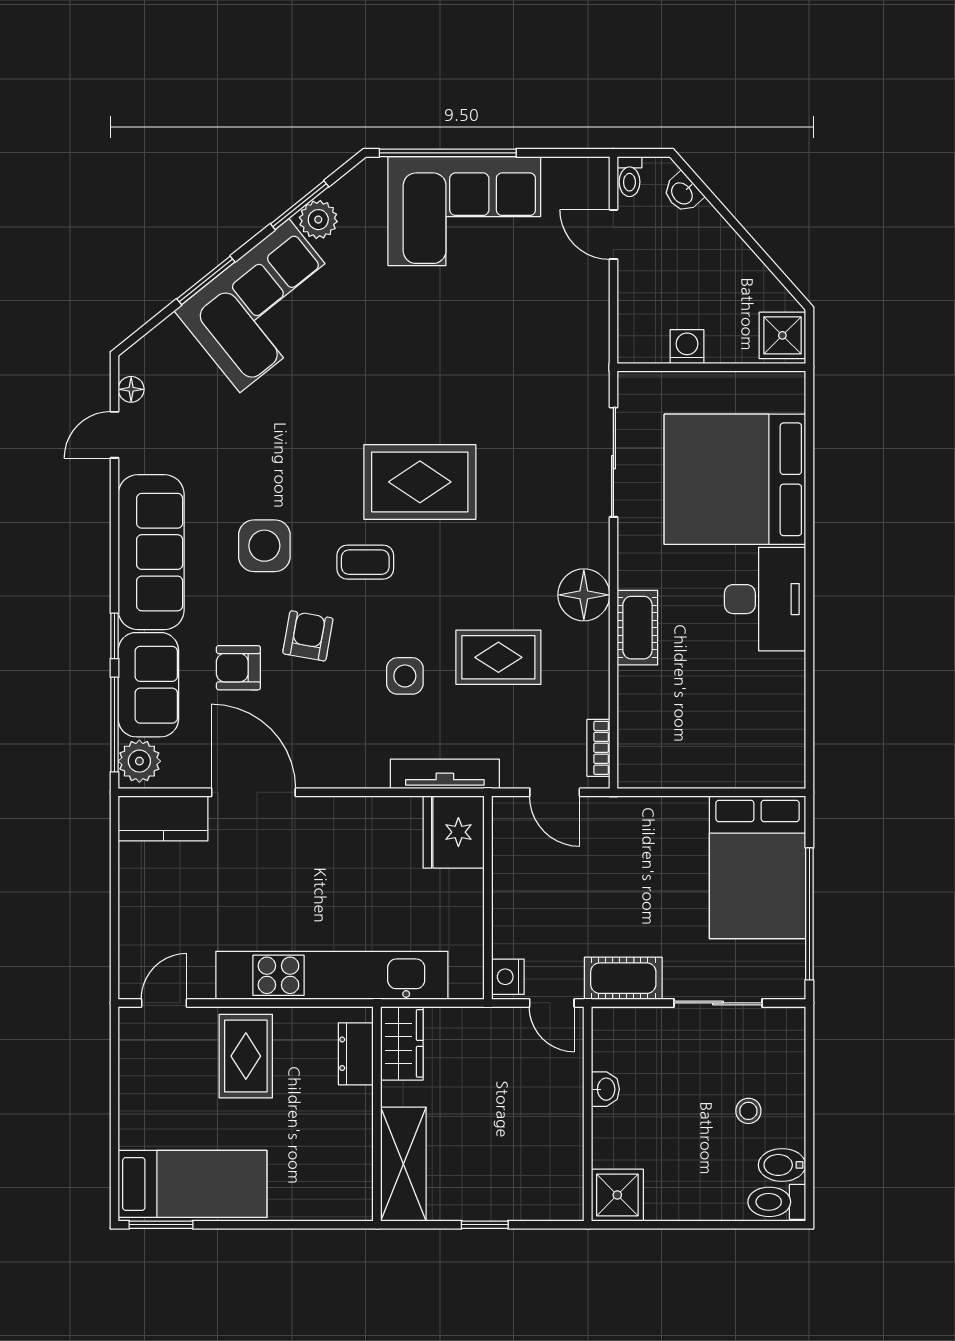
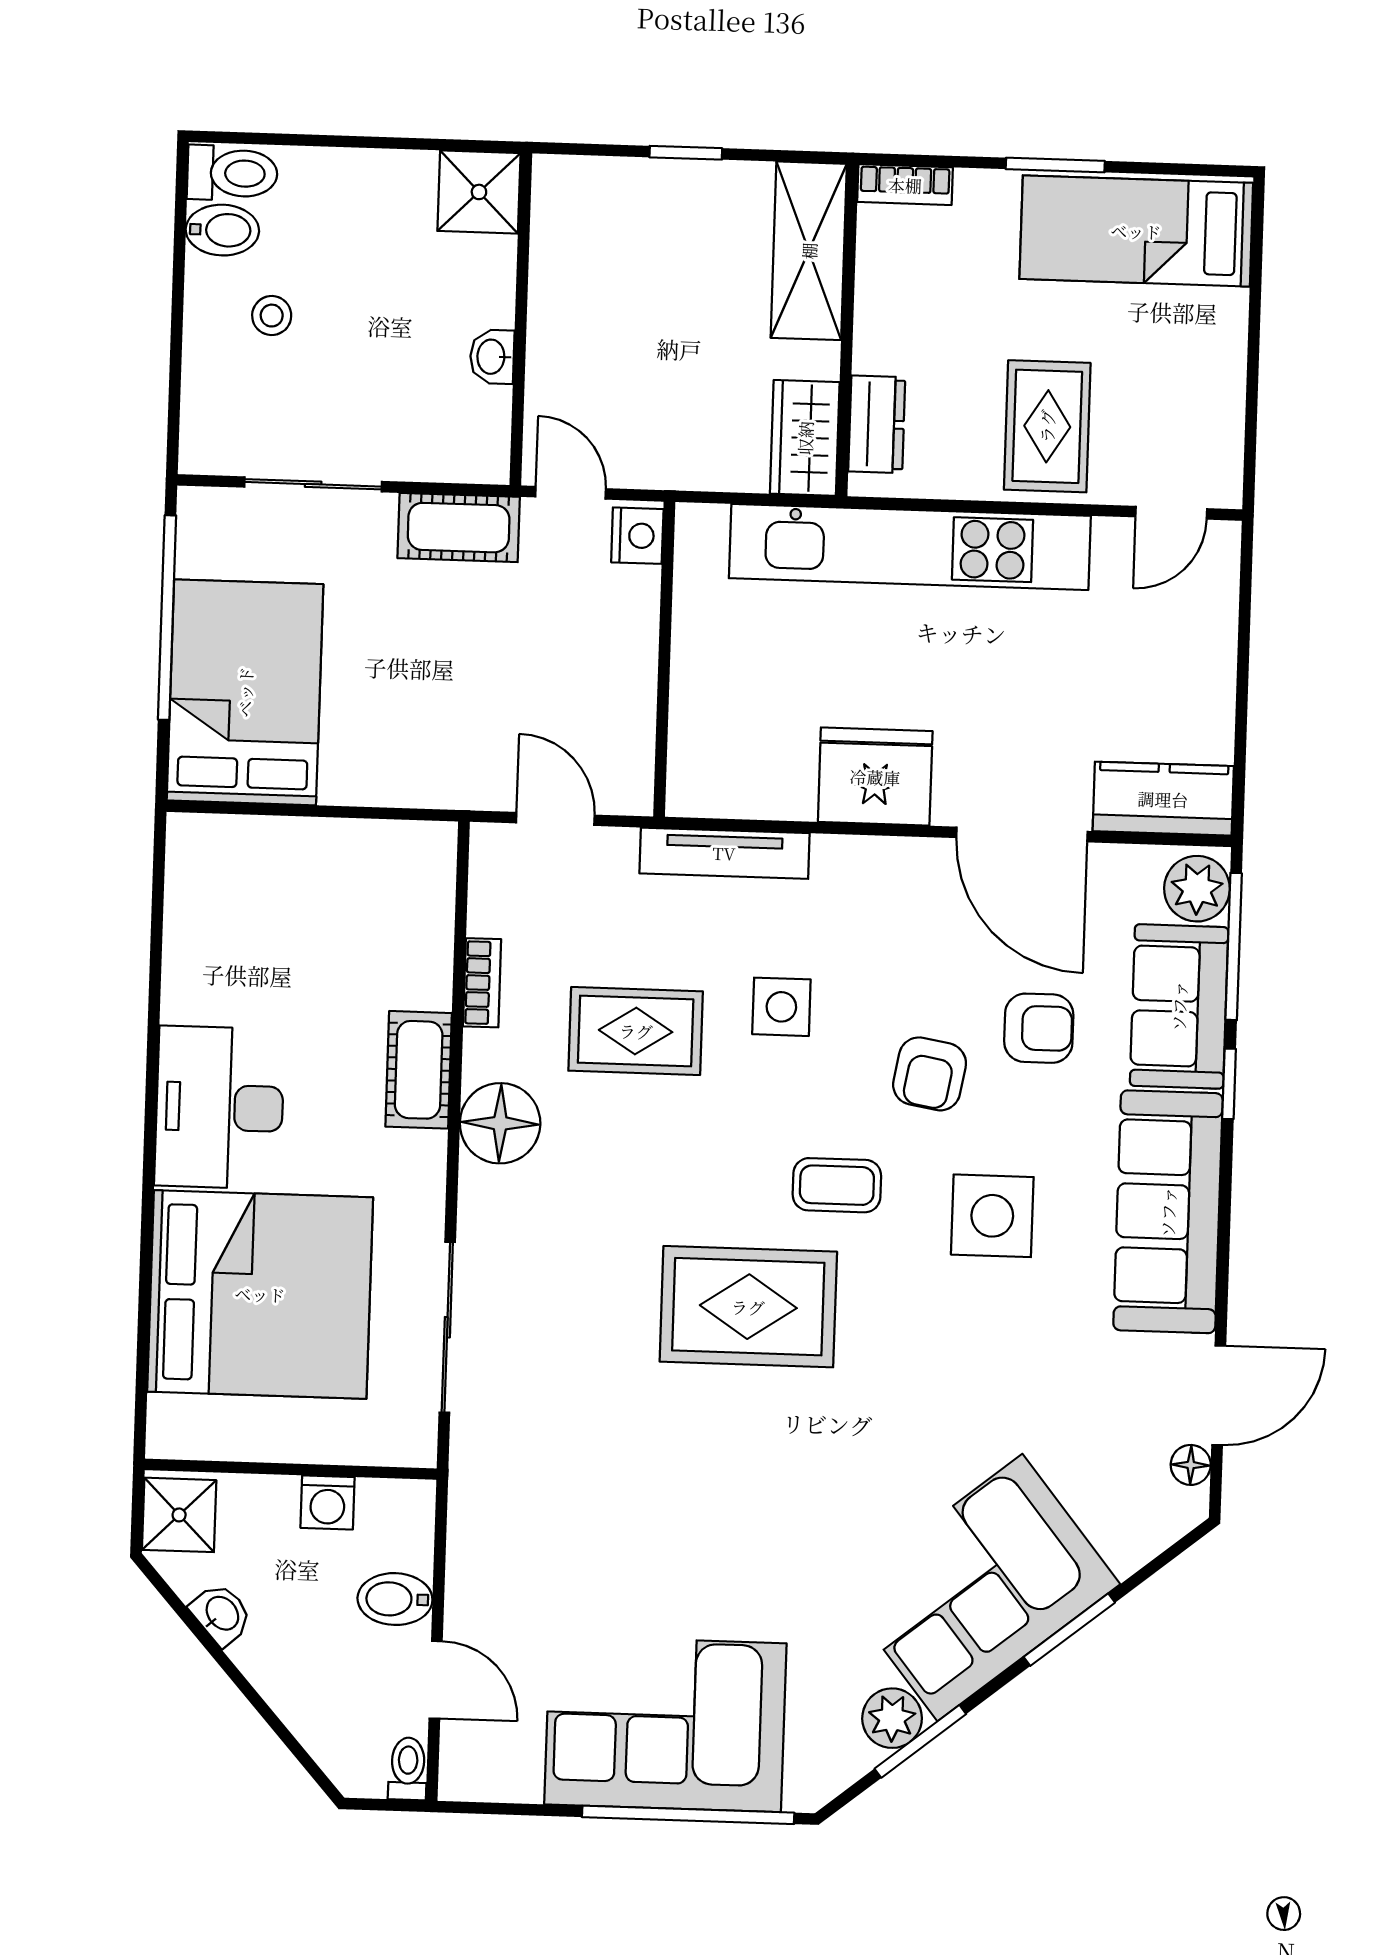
washbasin: (683, 193) -> (221, 1614), moved
bidet: (641, 286) -> (395, 1599), added
door: (114, 435) -> (1219, 1395), width x1.38
bookcase: (598, 748) -> (482, 983), moved
fridge: (454, 832) -> (875, 777), moved, turned -90
bookcase: (343, 1209) -> (905, 185), added
window: (161, 1225) -> (1055, 165), moved

